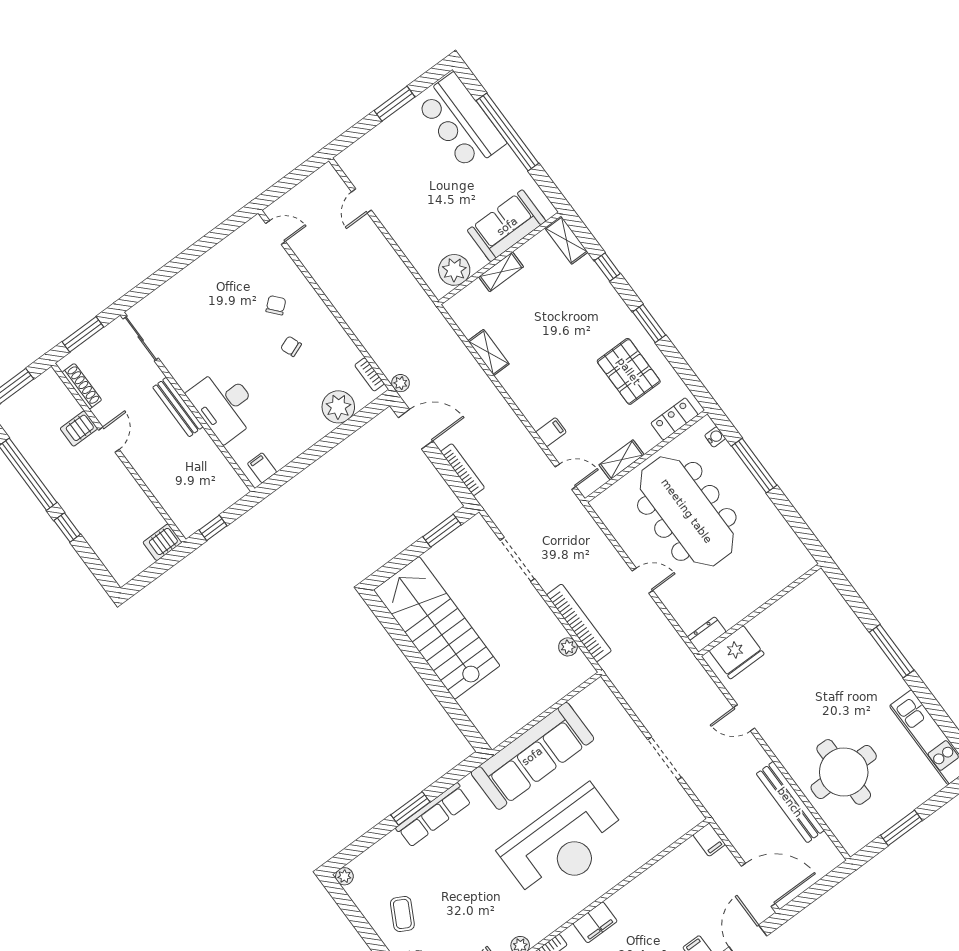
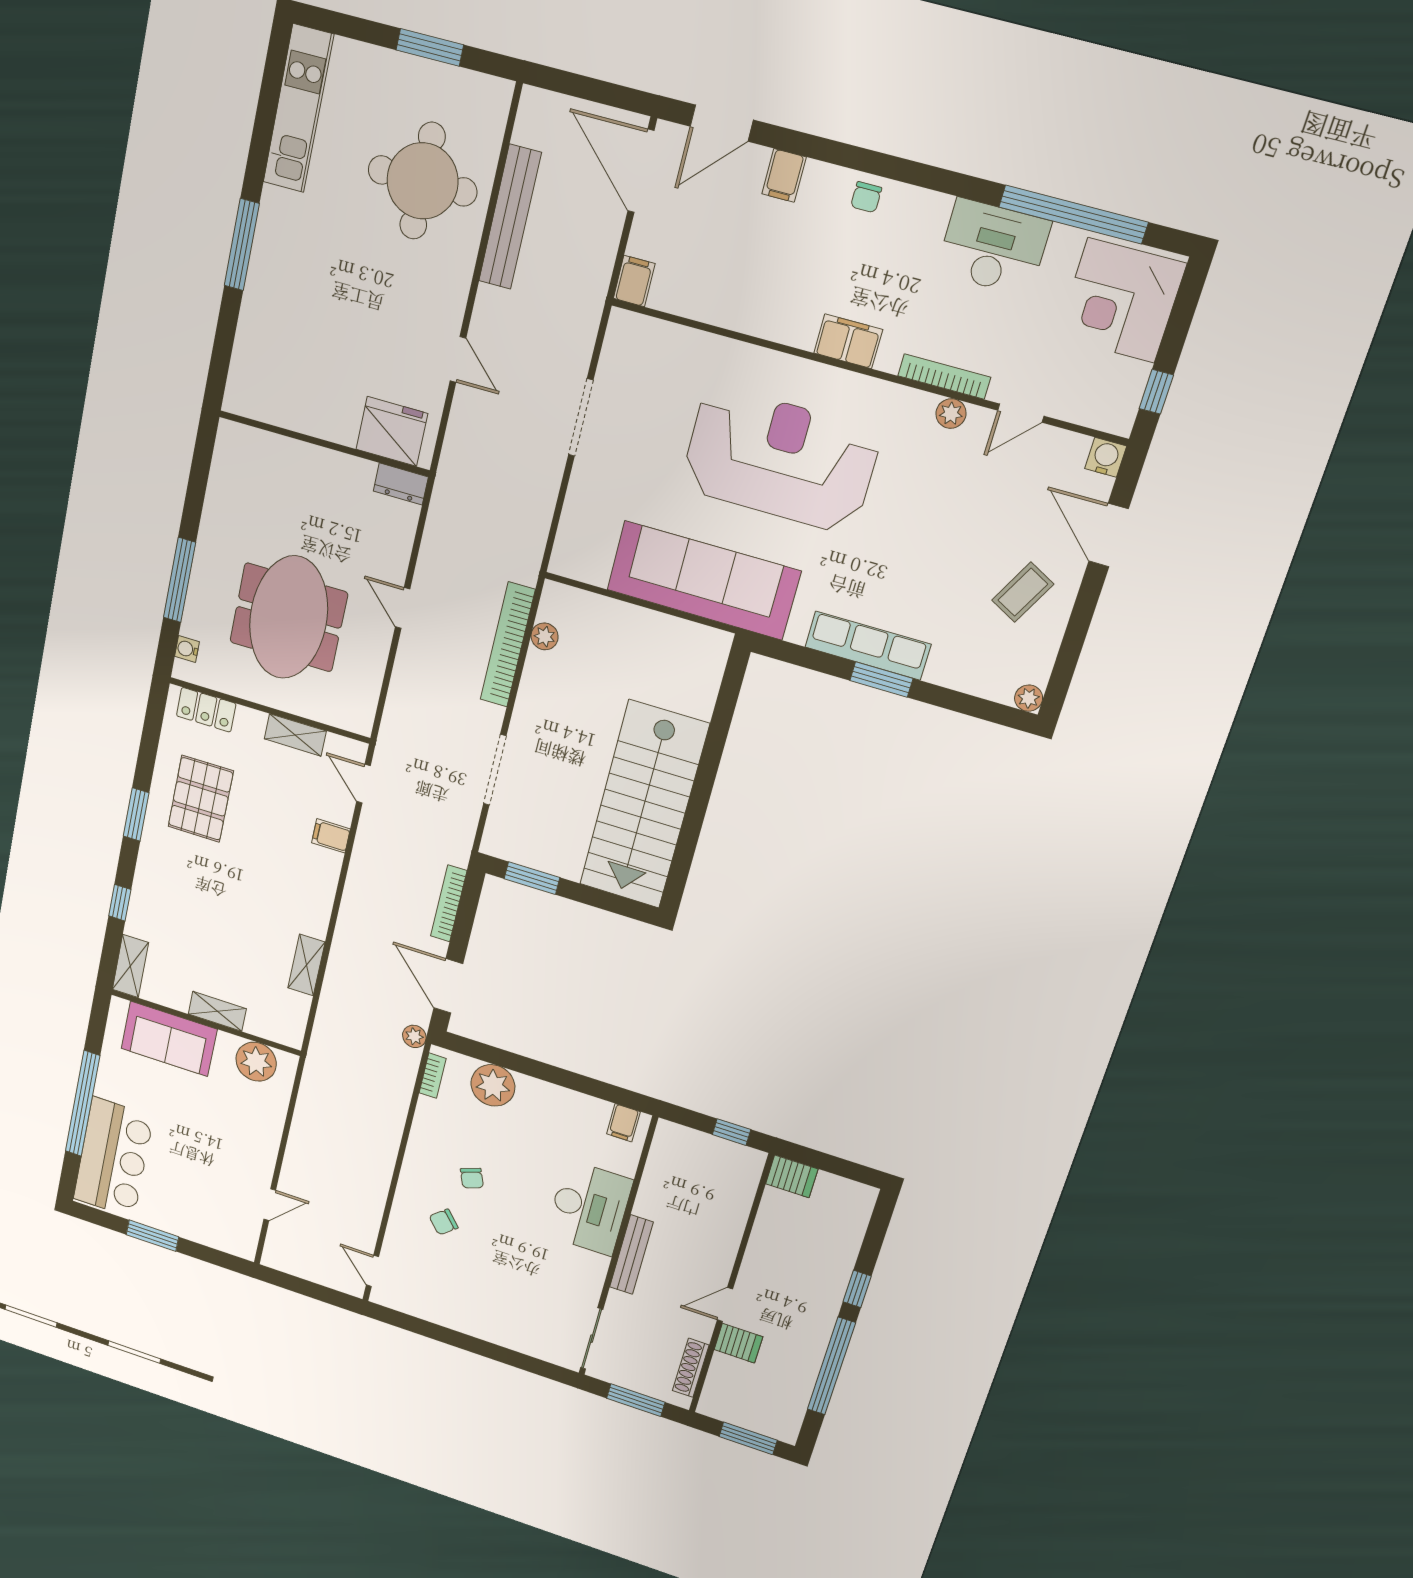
meeting table: (687, 511) -> (289, 617), width x0.73

